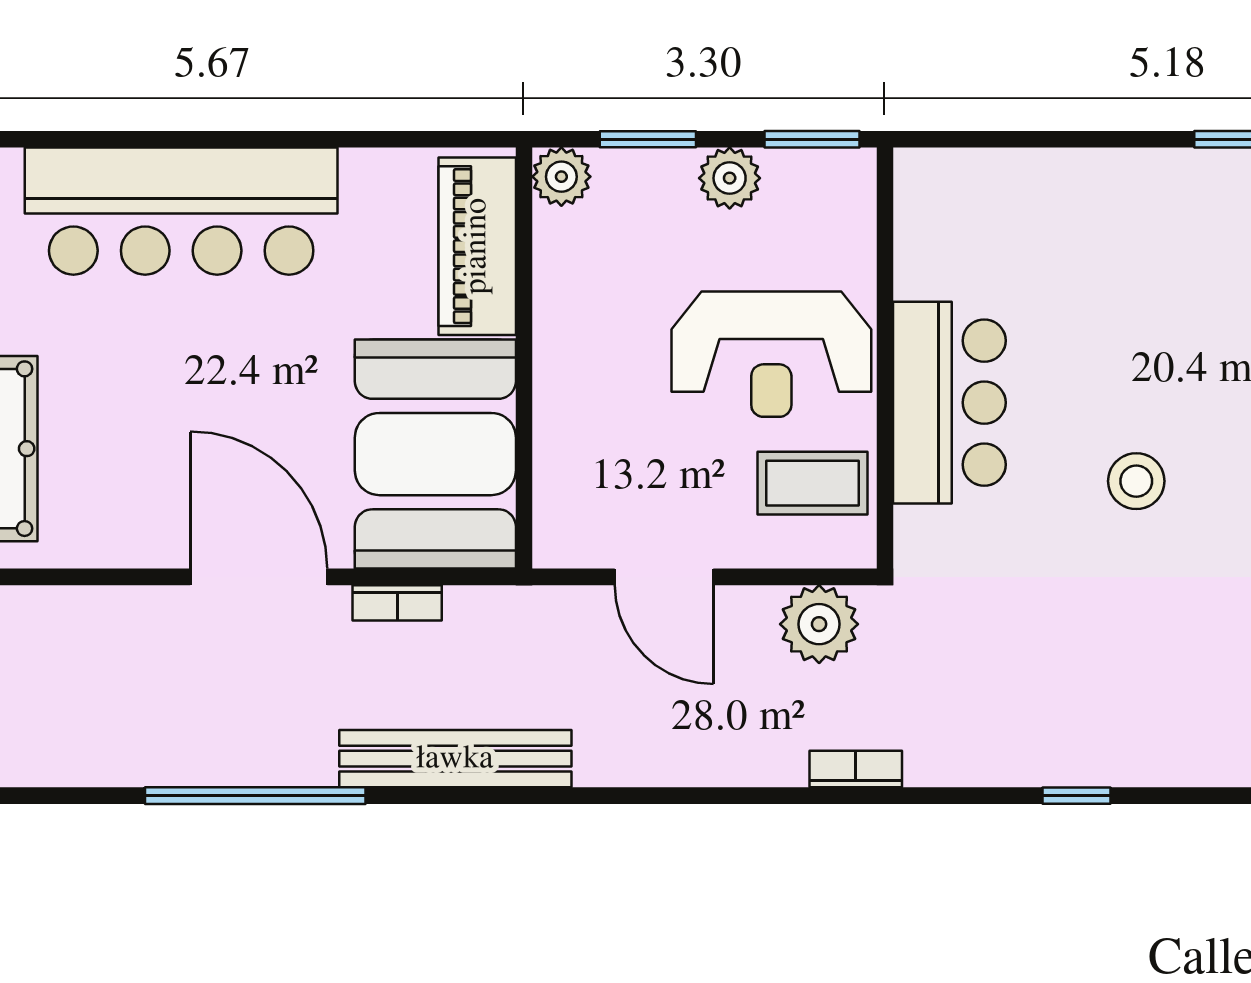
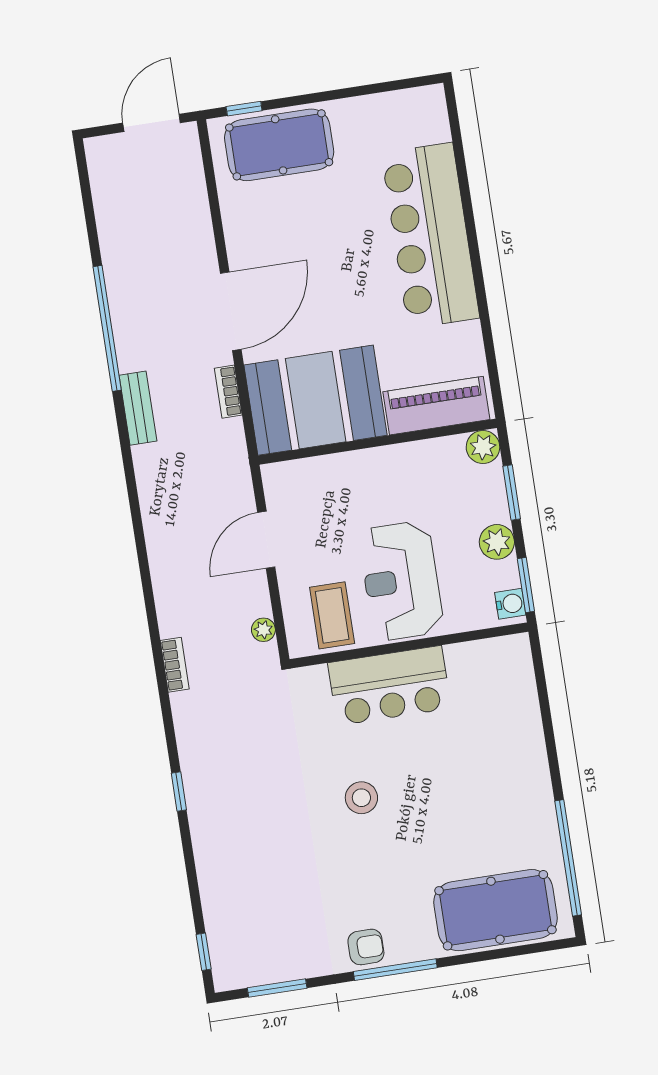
water cooler: (840, 171) -> (510, 604), added
plant: (819, 624) -> (263, 630), width x0.53, depth x0.53
bench: (455, 759) -> (138, 408), width x0.54, depth x0.82

